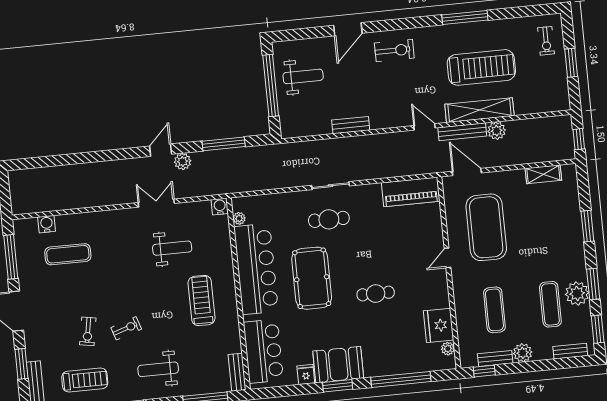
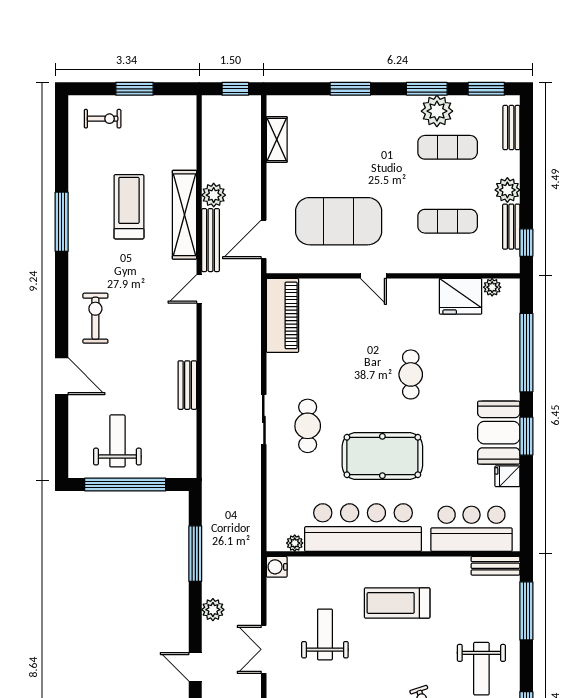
treadmill: (481, 67) -> (129, 207), width x0.73, depth x0.73
door: (161, 150) -> (195, 667), moved

